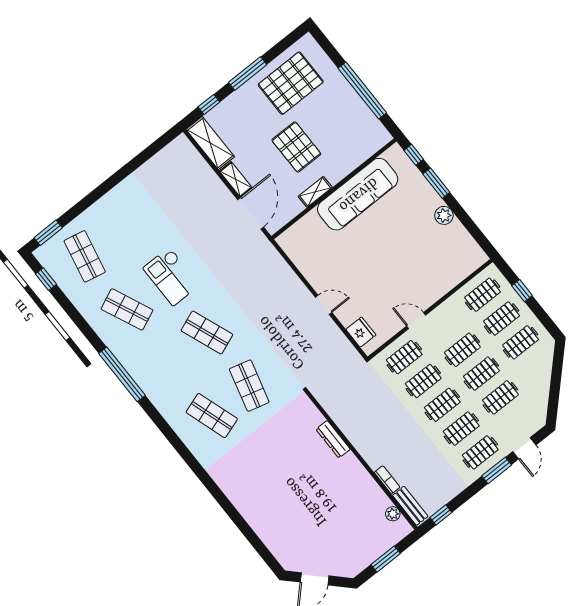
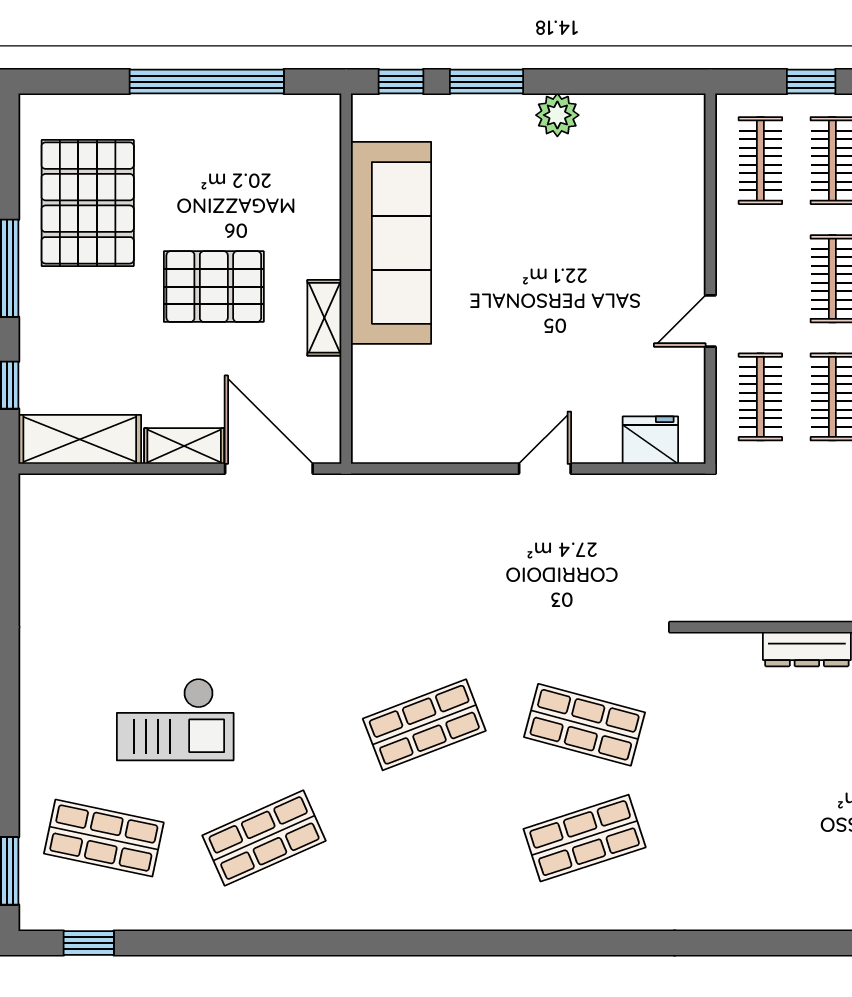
checkout: (171, 276) -> (175, 719), moved
window: (122, 374) -> (376, 943), removed

